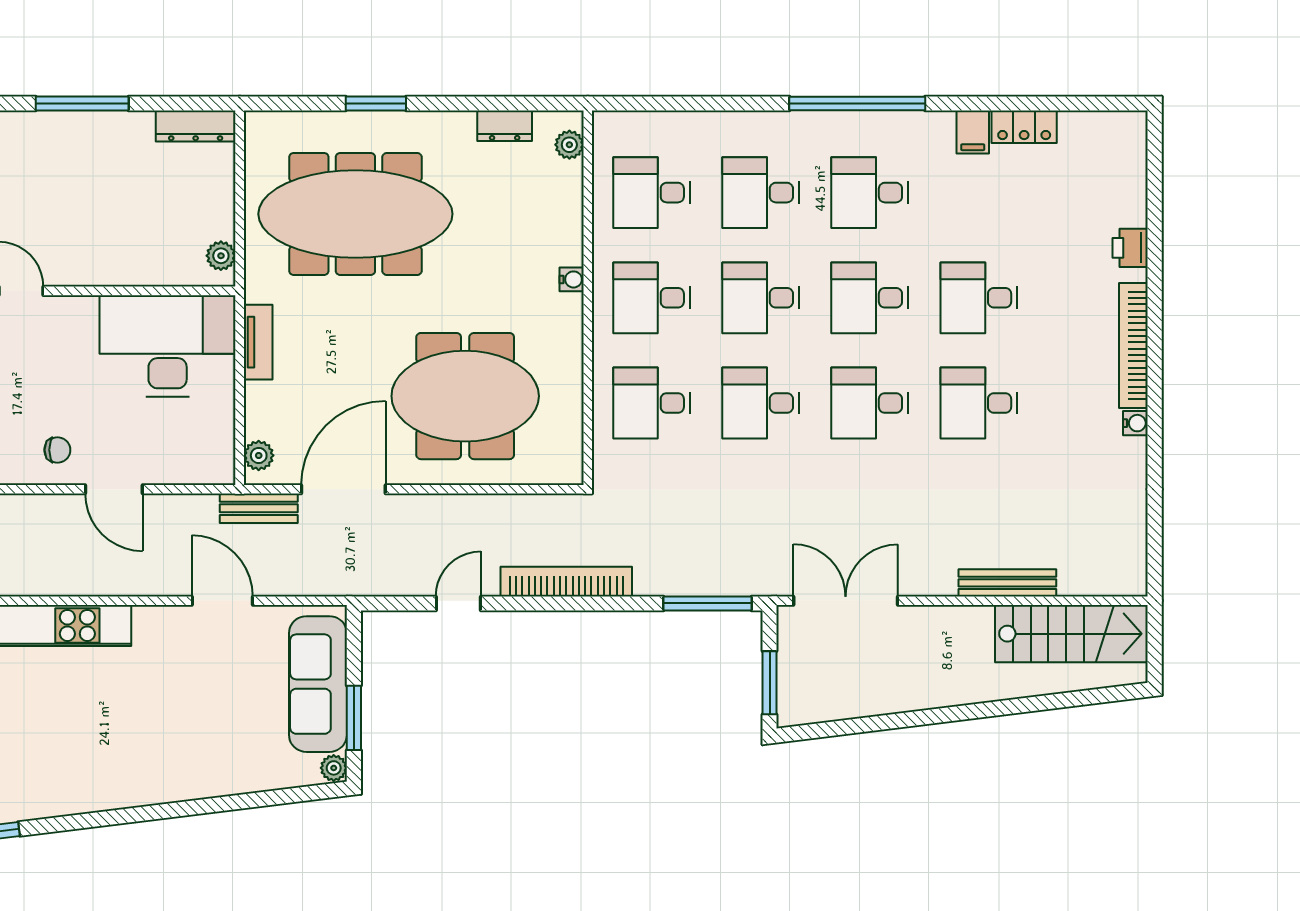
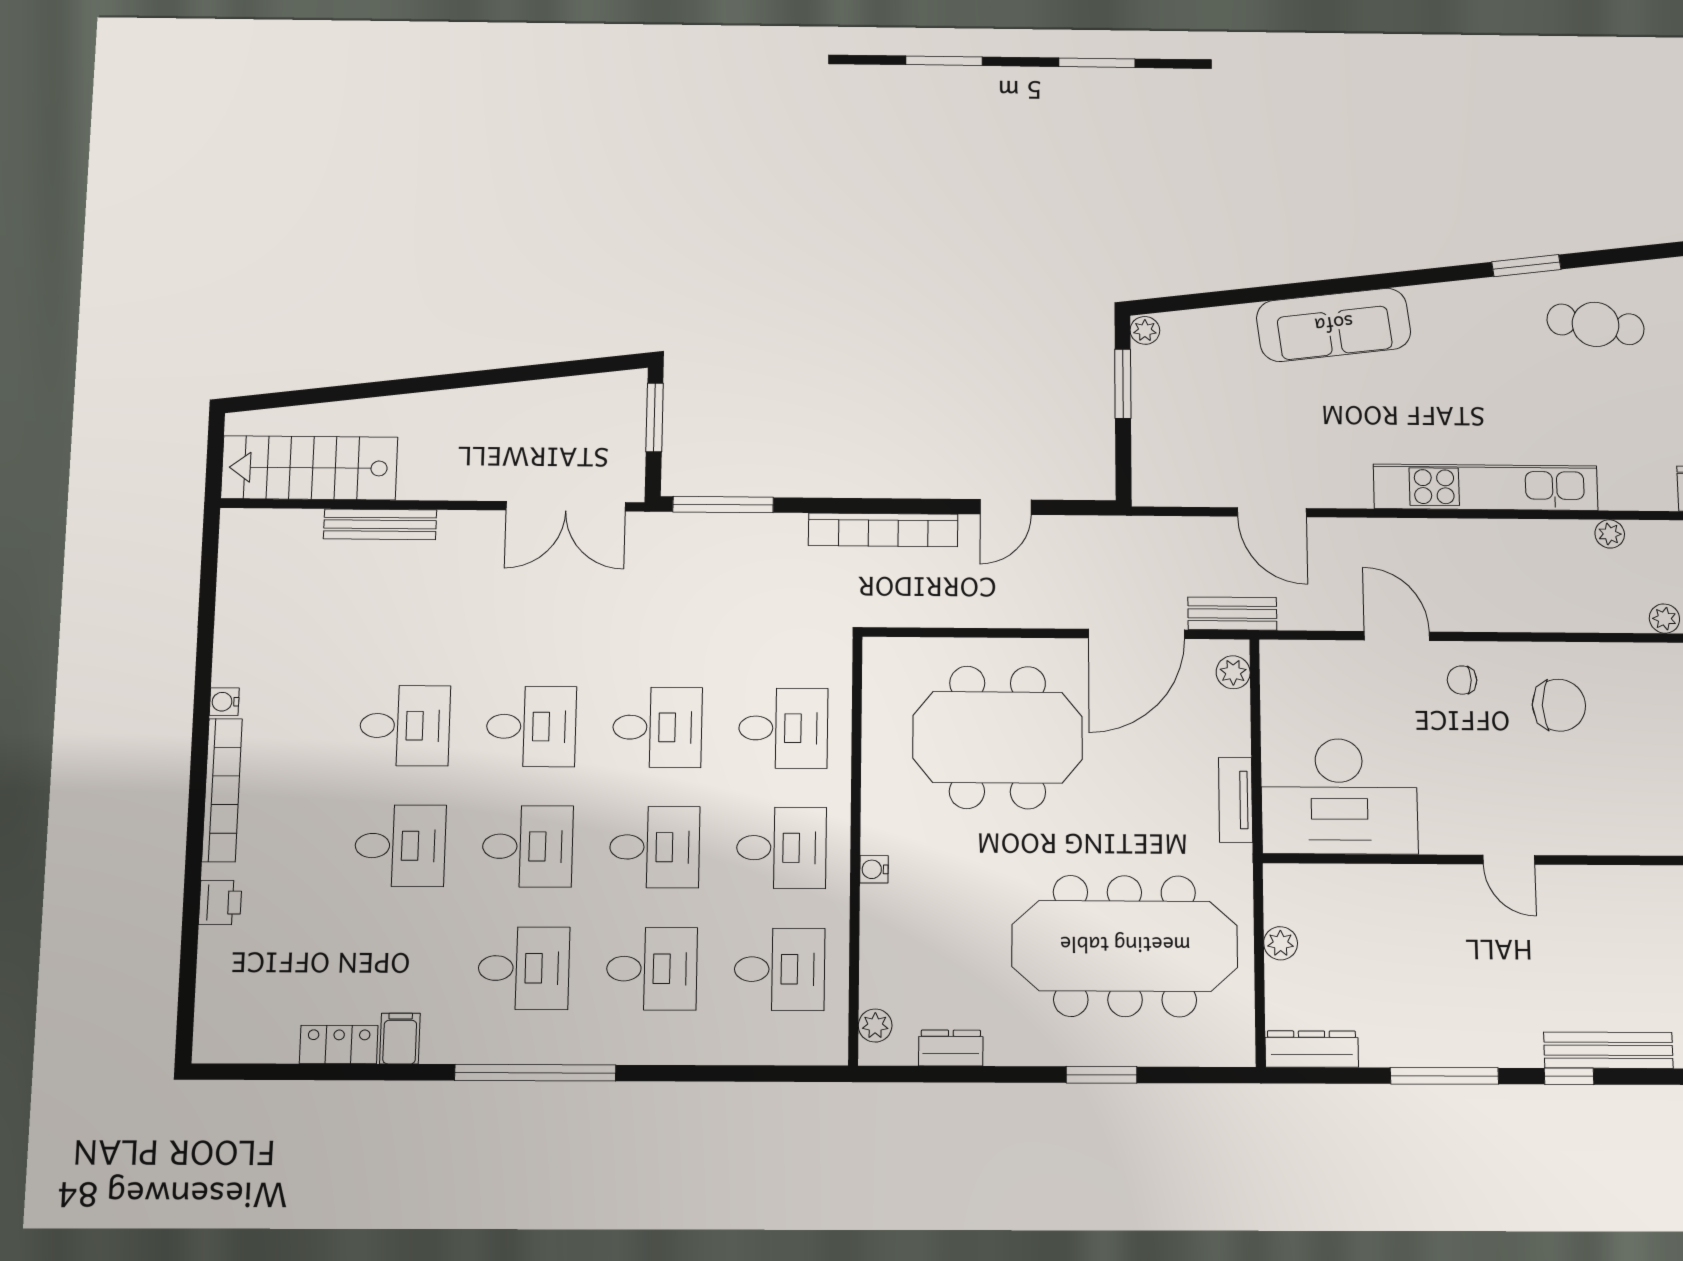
plant: (221, 256) -> (1281, 943), moved
sofa: (318, 684) -> (1334, 325), moved, turned 83

